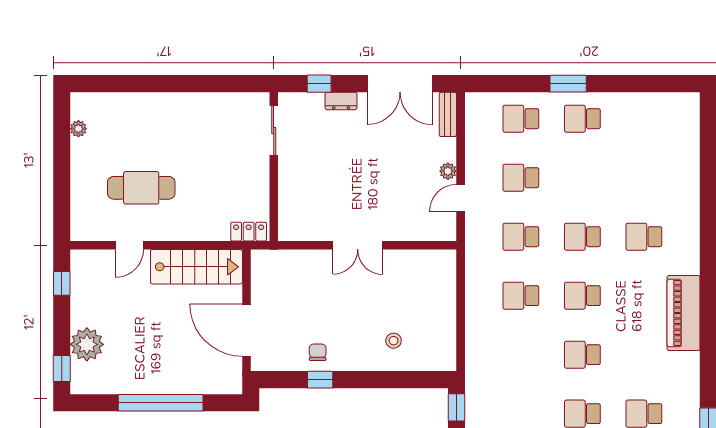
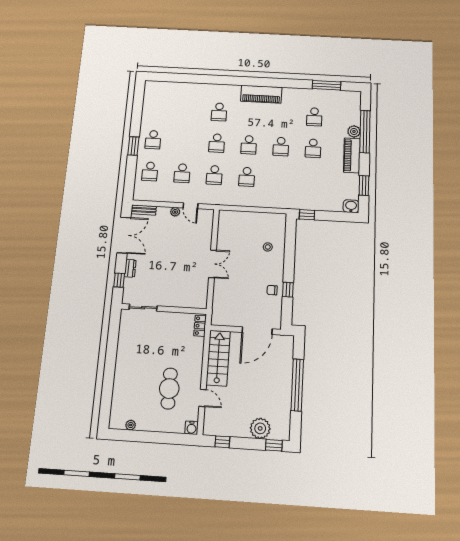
water cooler: (81, 231) -> (192, 428), added

